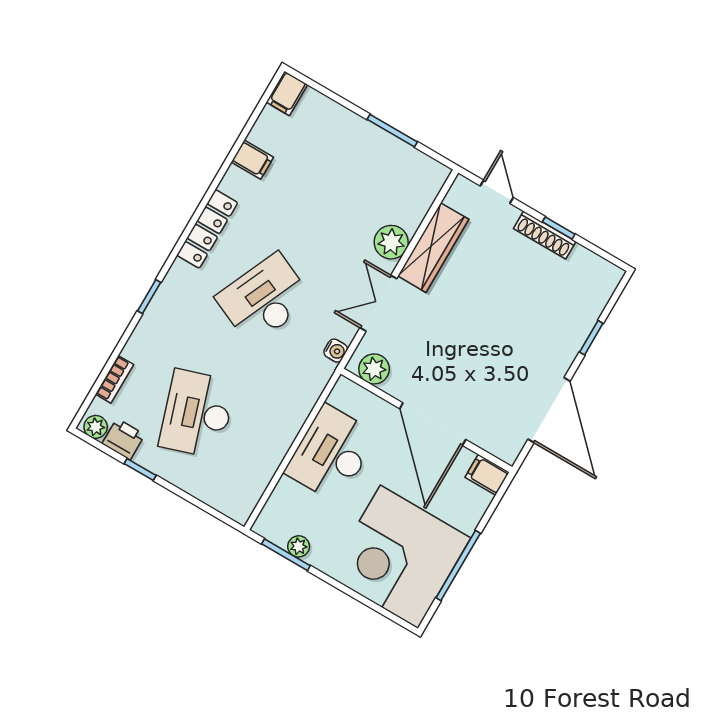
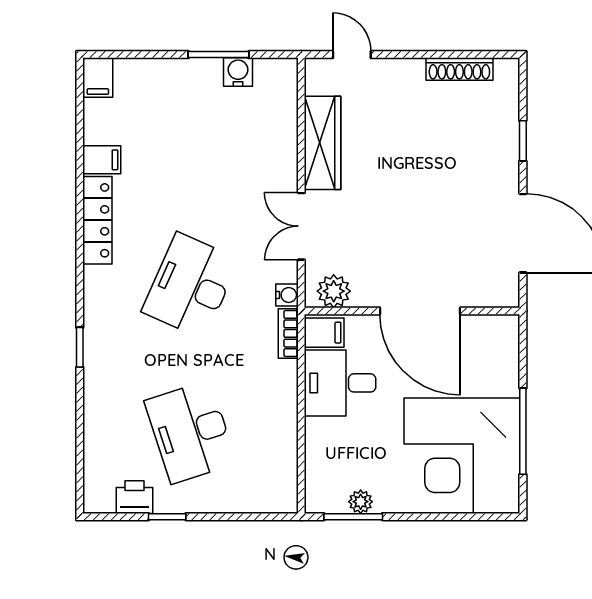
water cooler: (399, 153) -> (238, 72), added
window: (559, 228) -> (431, 55), removed
locker: (207, 229) -> (97, 220), moved
shoe rack: (545, 235) -> (459, 69), moved
plant: (391, 242) -> (280, 161), removed
bookcase: (115, 379) -> (288, 333), moved, turned 180
plant: (96, 427) -> (101, 501), removed
desk: (331, 454) -> (340, 383), width x0.73
filing cabinet: (487, 475) -> (324, 333), moved, turned 180

